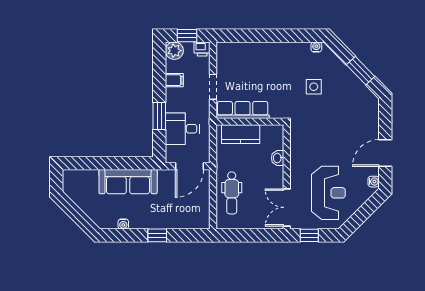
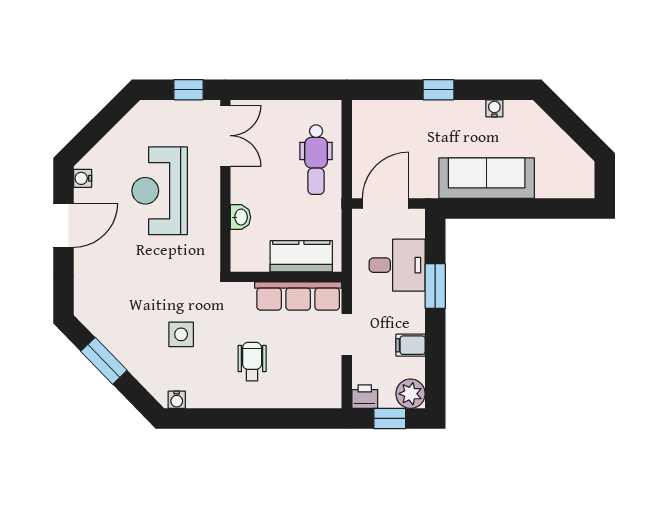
wheelchair: (271, 70) -> (252, 362), added
dental chair: (232, 193) -> (316, 160), turned 180
reception desk: (328, 193) -> (160, 191), moved

